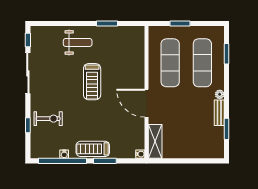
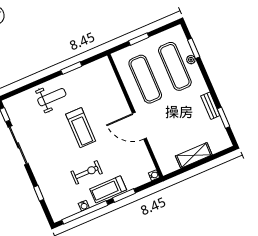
plant: (220, 94) -> (191, 60), moved
exercise bike: (48, 119) -> (87, 172), moved
shelving: (155, 141) -> (194, 155), moved, turned 90

